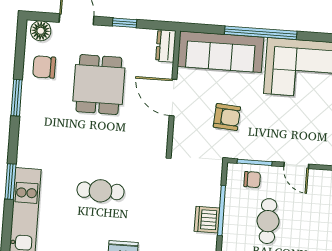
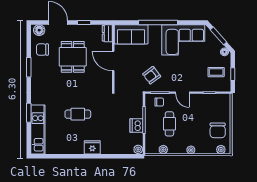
sofa: (221, 52) -> (131, 34), width x0.73
armchair: (227, 117) -> (152, 75), moved, turned 139

